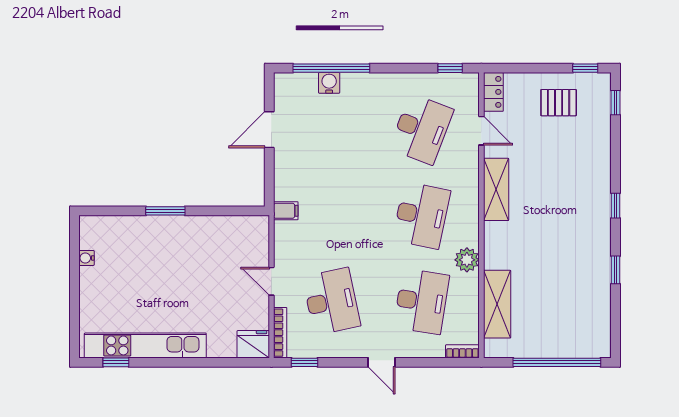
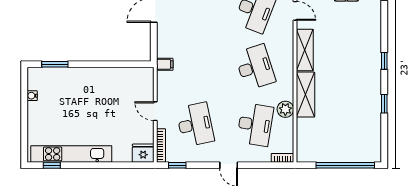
window: (165, 211) -> (55, 64), moved
desk: (421, 215) -> (255, 67), turned -30
plant: (467, 260) -> (285, 109), moved
shelving: (497, 304) -> (305, 95), moved

